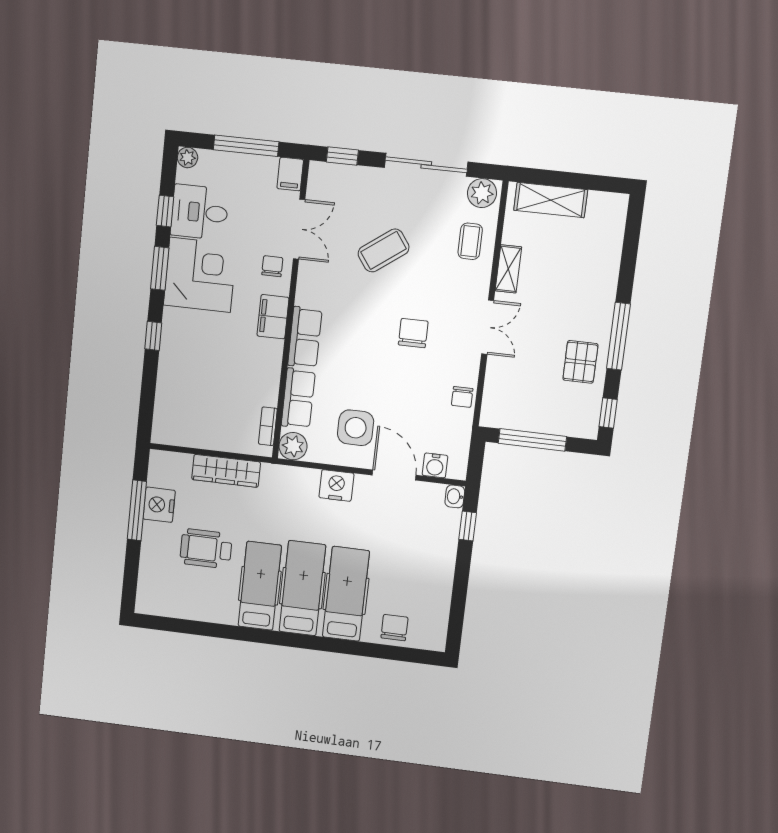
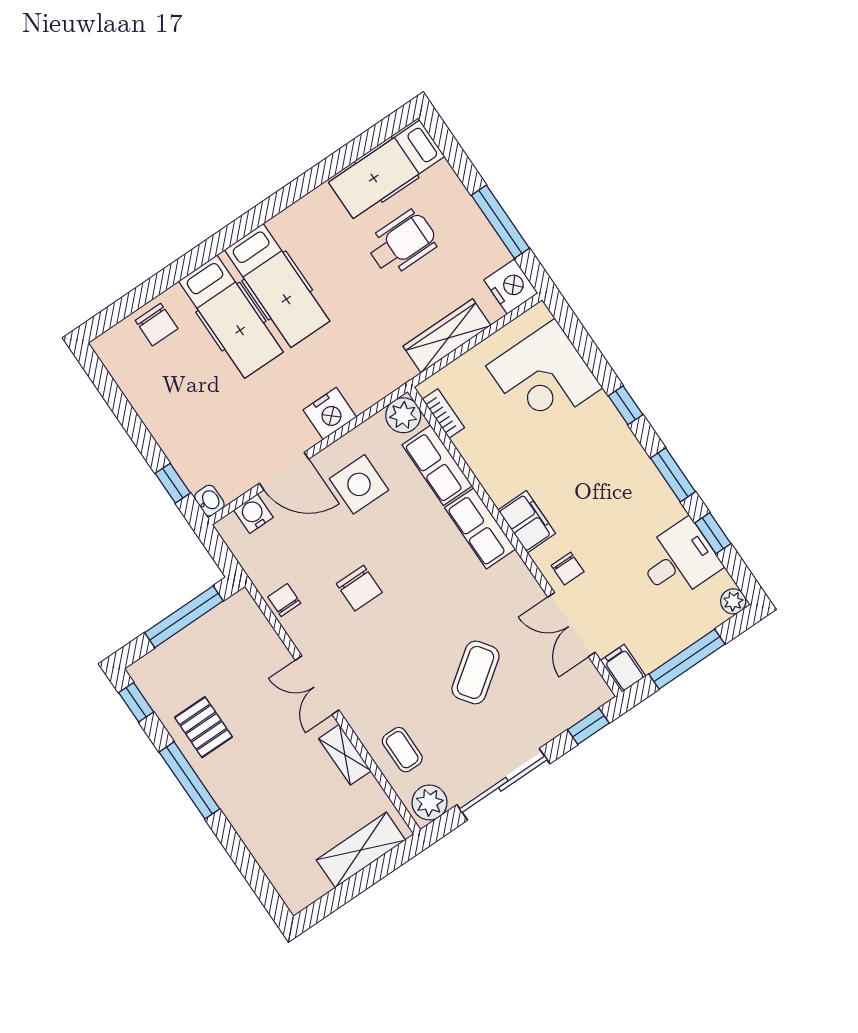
corner desk: (200, 275) -> (544, 377), moved
chair: (413, 333) -> (359, 588), moved
nightstand: (159, 505) -> (511, 287), moved
hospital bed: (260, 586) -> (387, 169), moved, turned 90

